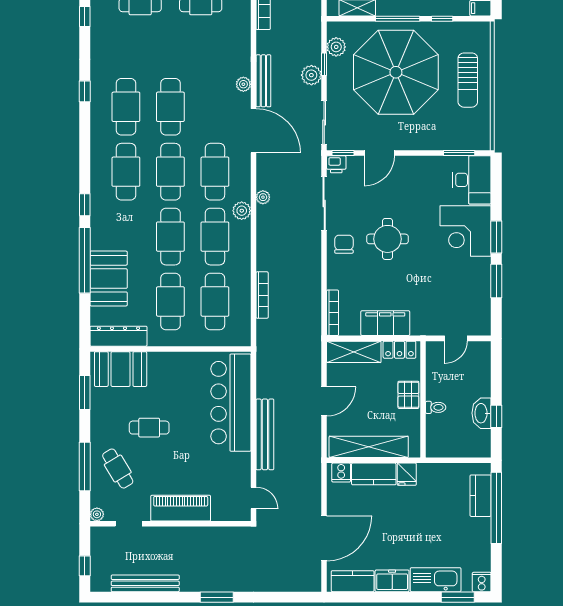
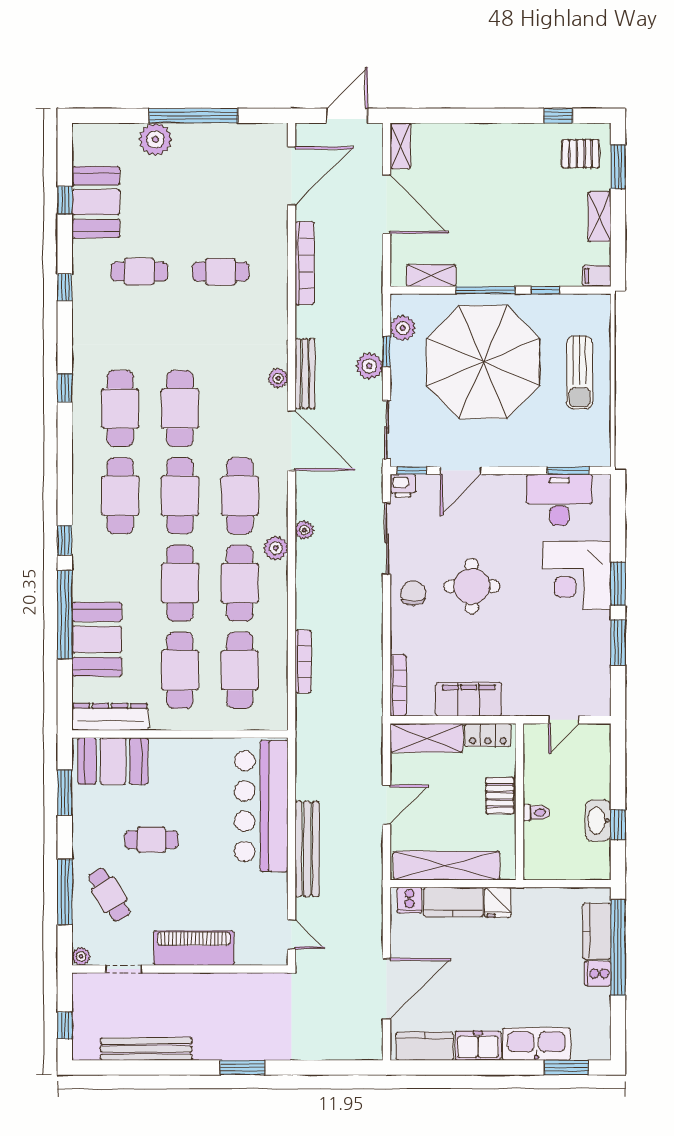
desk: (472, 180) -> (559, 500), moved, turned -90
cooker: (482, 582) -> (598, 974), moved, turned -90

